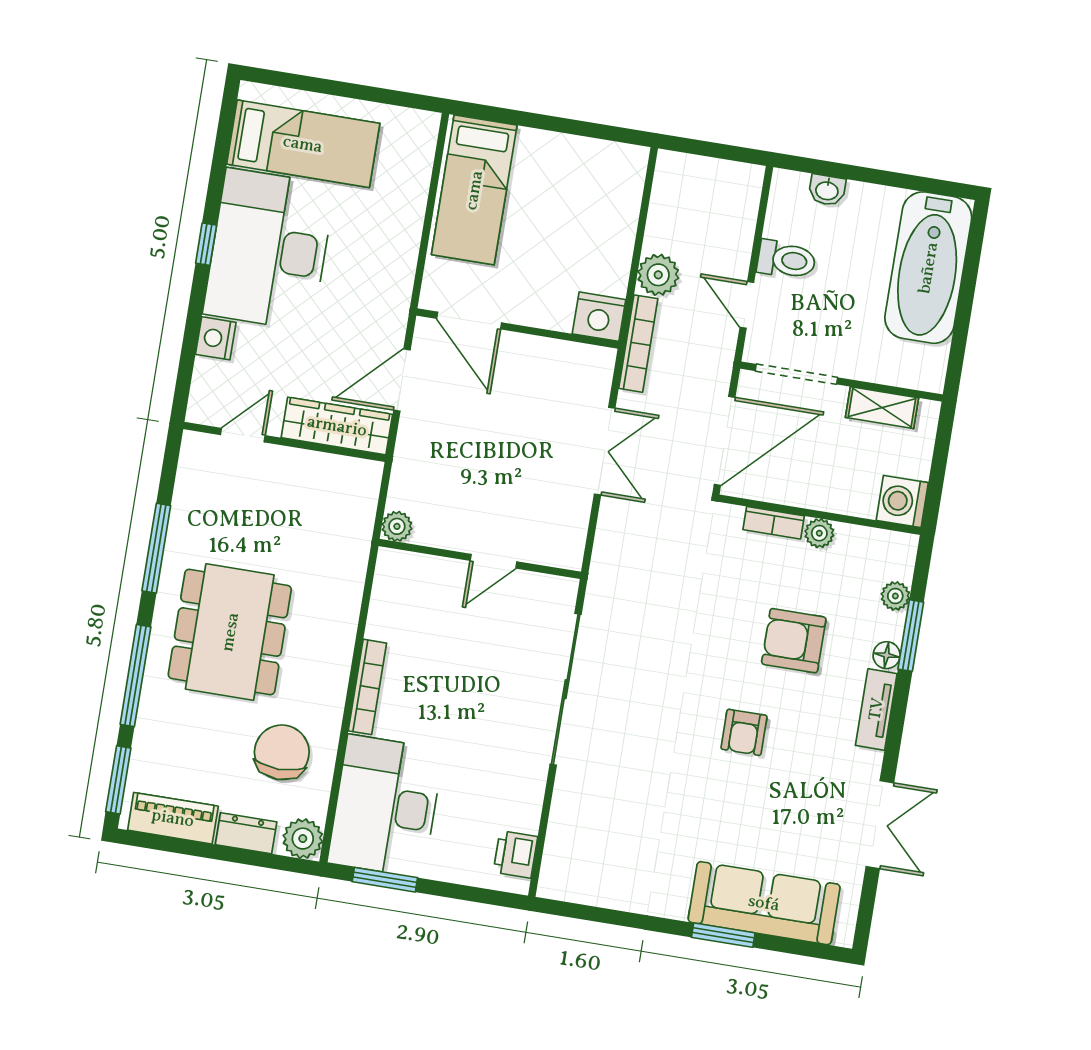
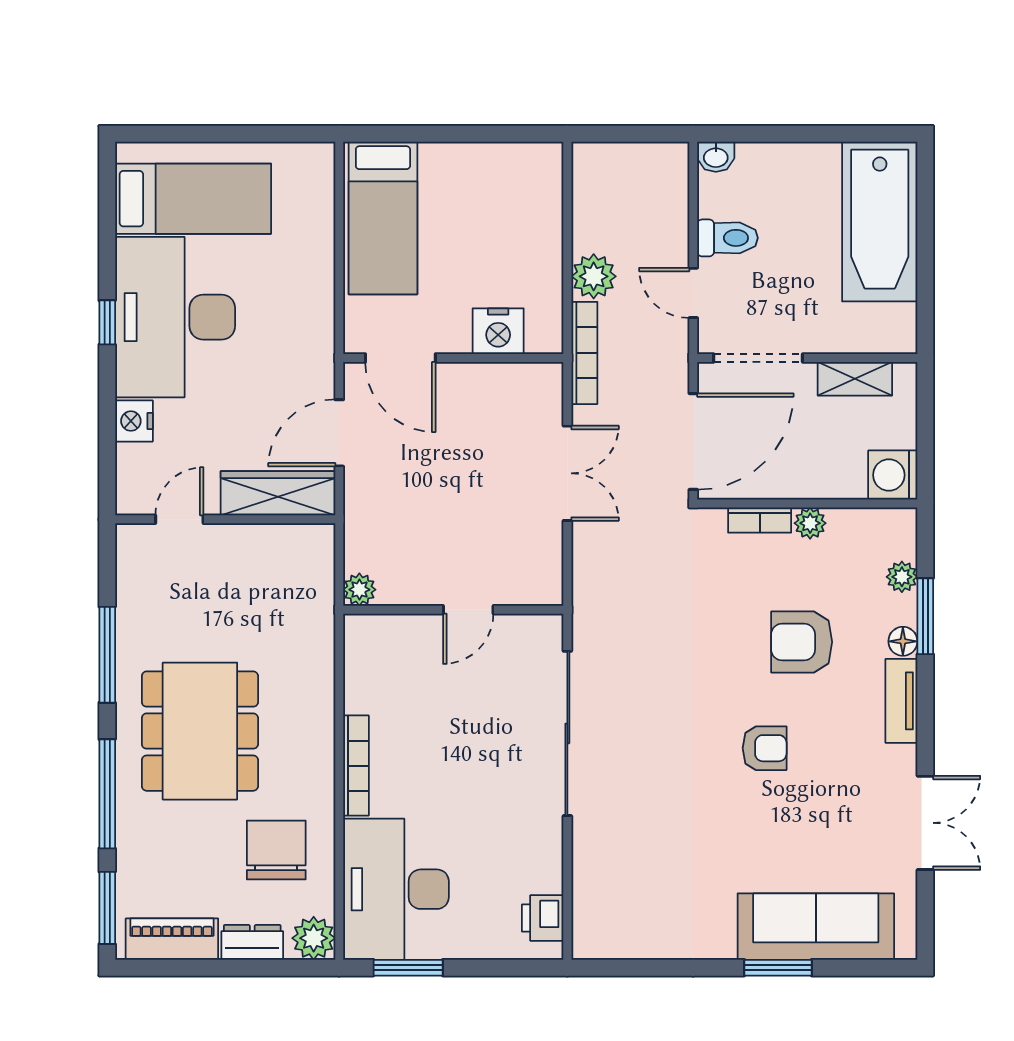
washbasin: (827, 190) -> (716, 157), moved
nightstand: (599, 317) -> (498, 331), moved
armchair: (744, 732) -> (765, 748), turned -90

